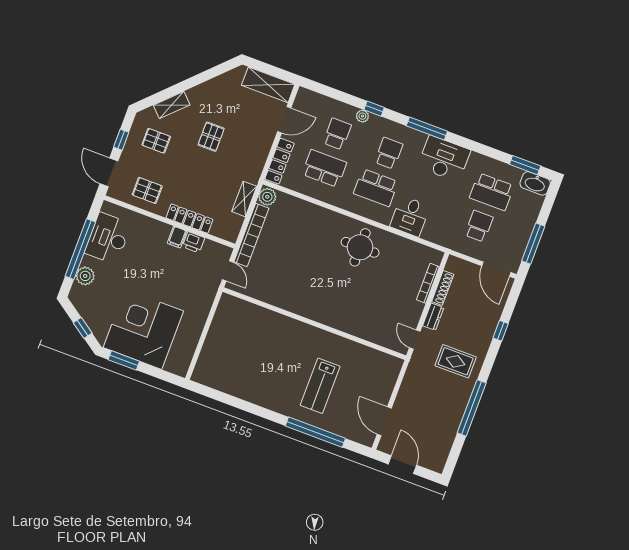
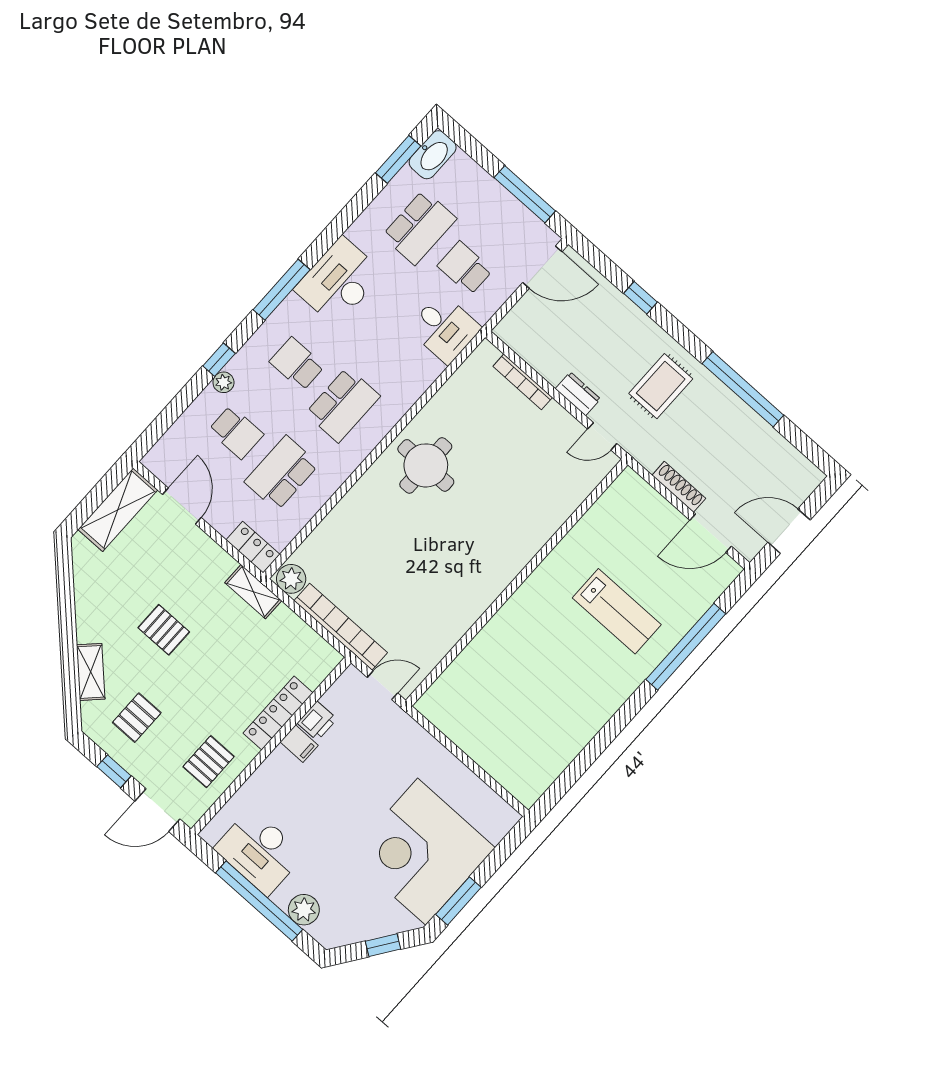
school desk: (337, 134) -> (236, 432), turned 180
locker: (279, 161) -> (253, 547), width x0.66
shelving: (244, 199) -> (253, 592), moved
desk: (410, 216) -> (444, 328), moved
shoe rack: (443, 288) -> (679, 487), moved

